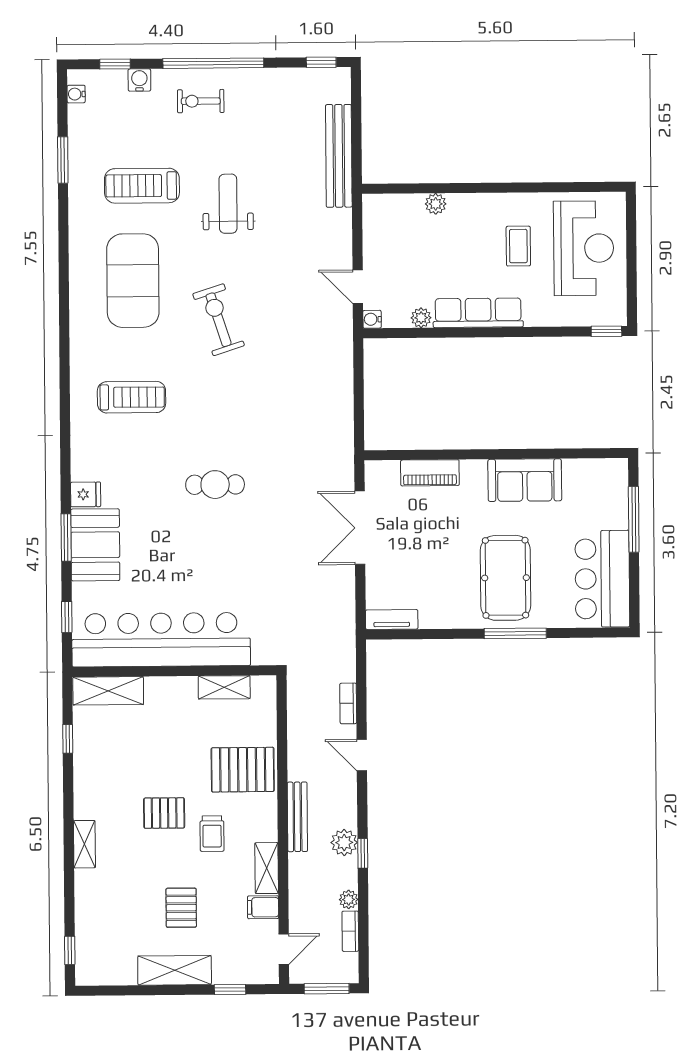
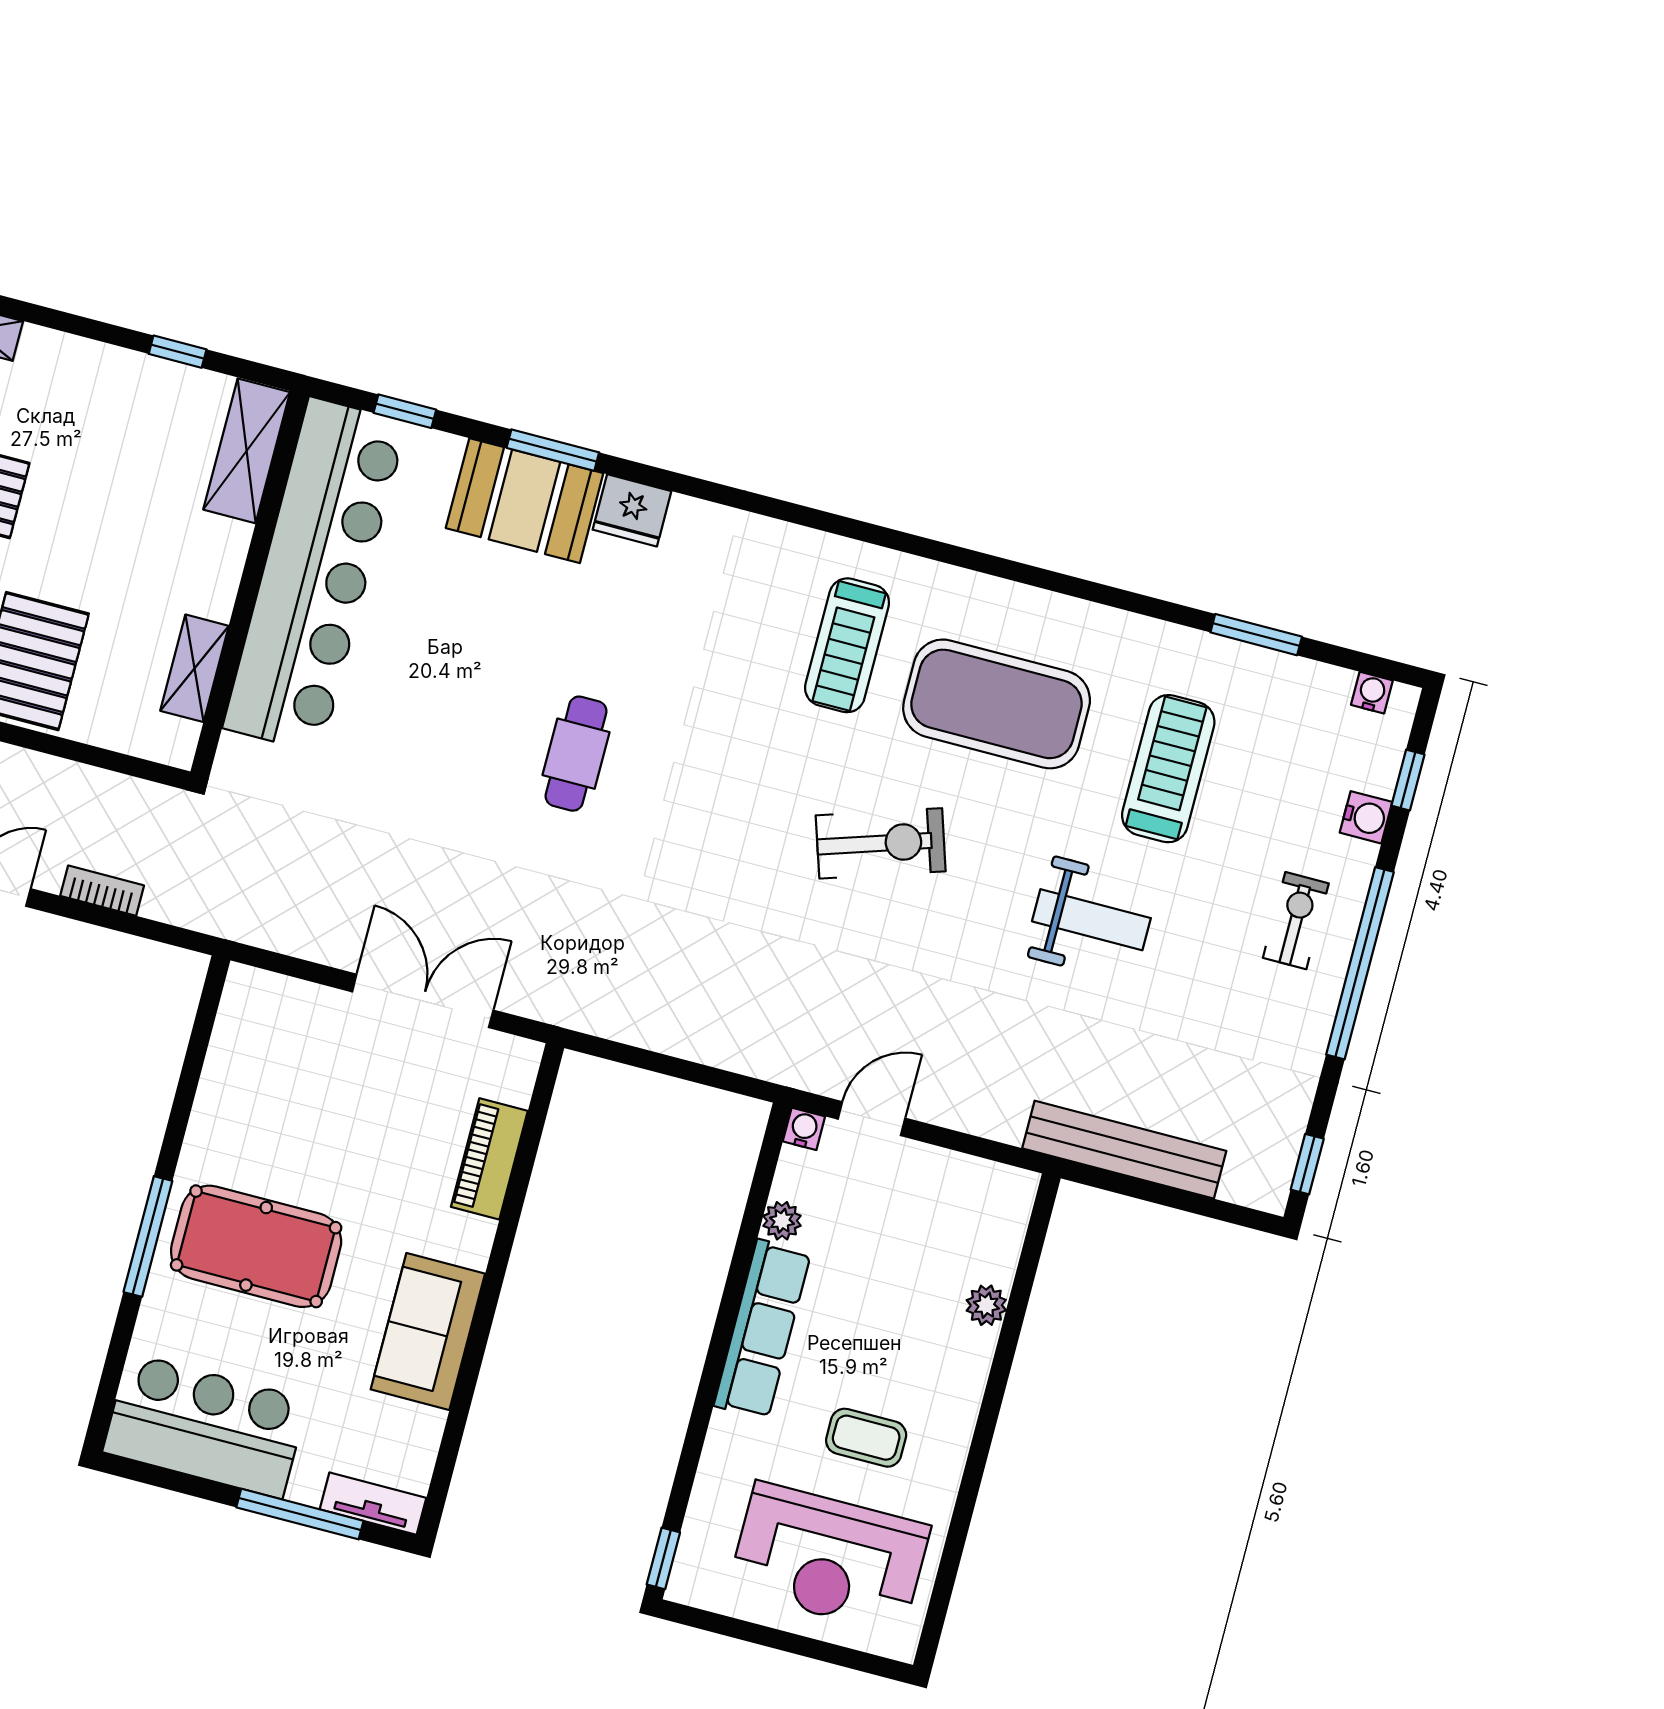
treadmill: (131, 397) -> (847, 645), moved
fridge: (86, 494) -> (632, 510), width x1.38
tv unit: (392, 619) -> (373, 1504), moved, turned -90

